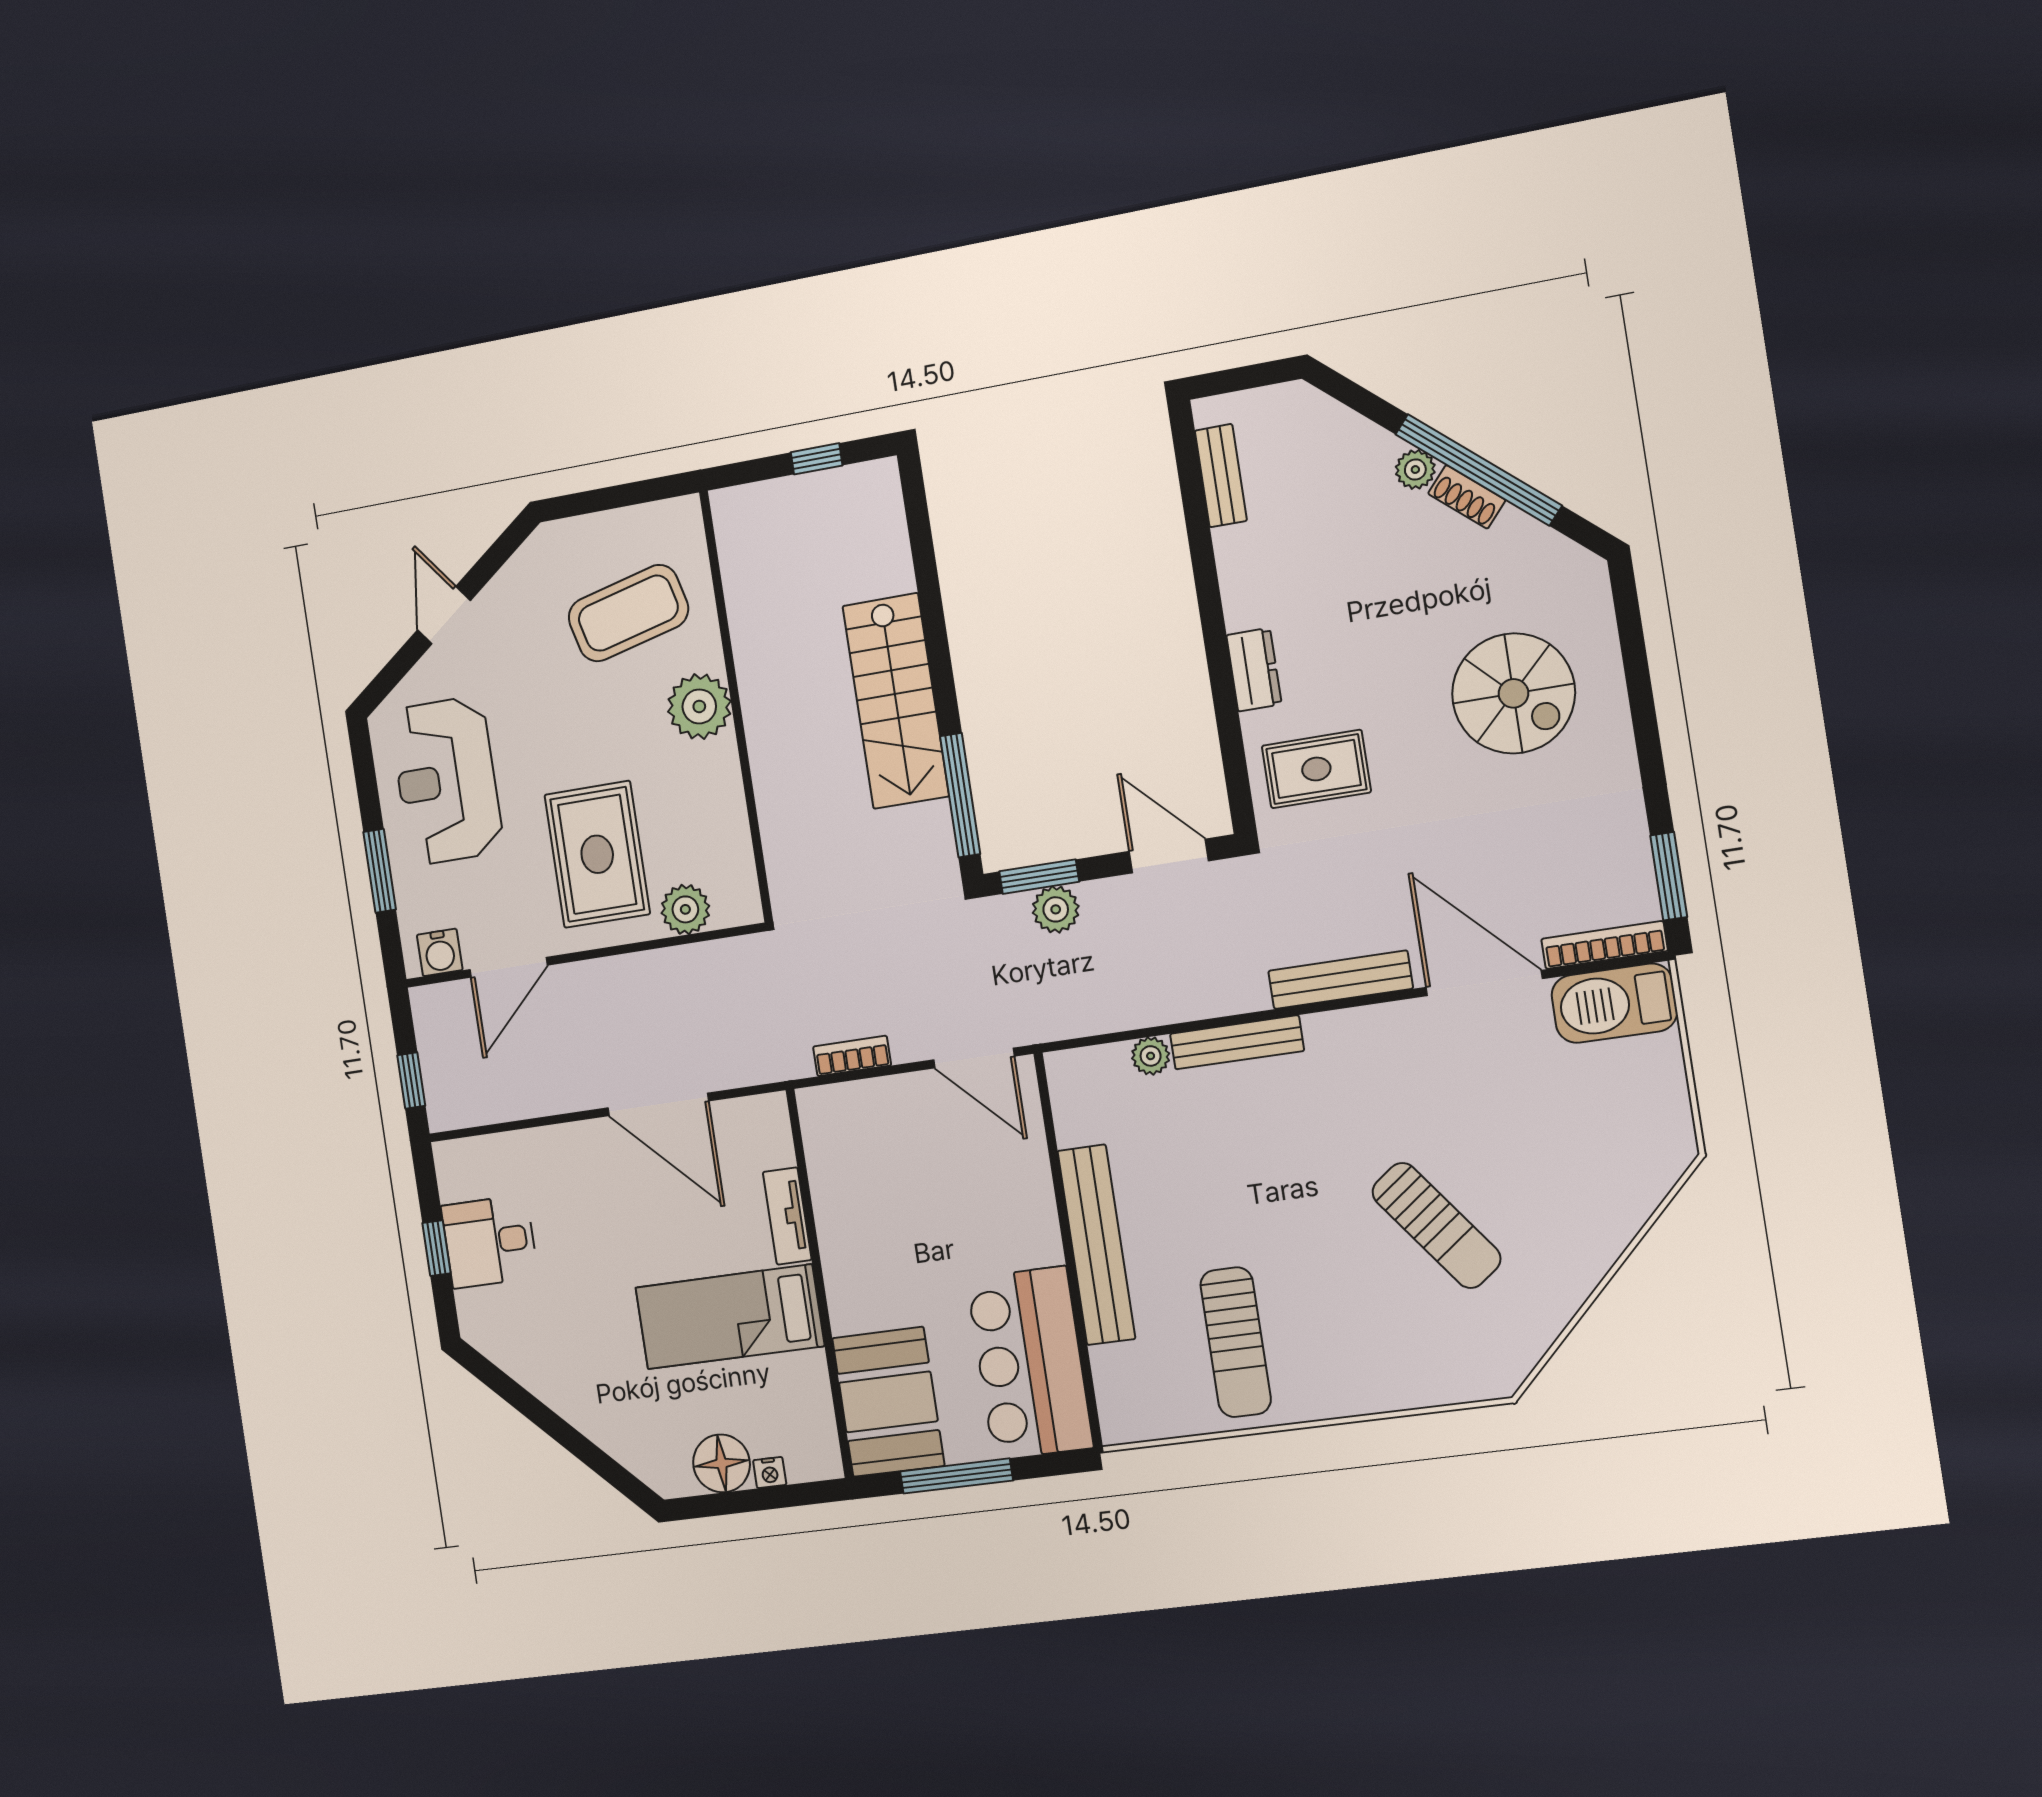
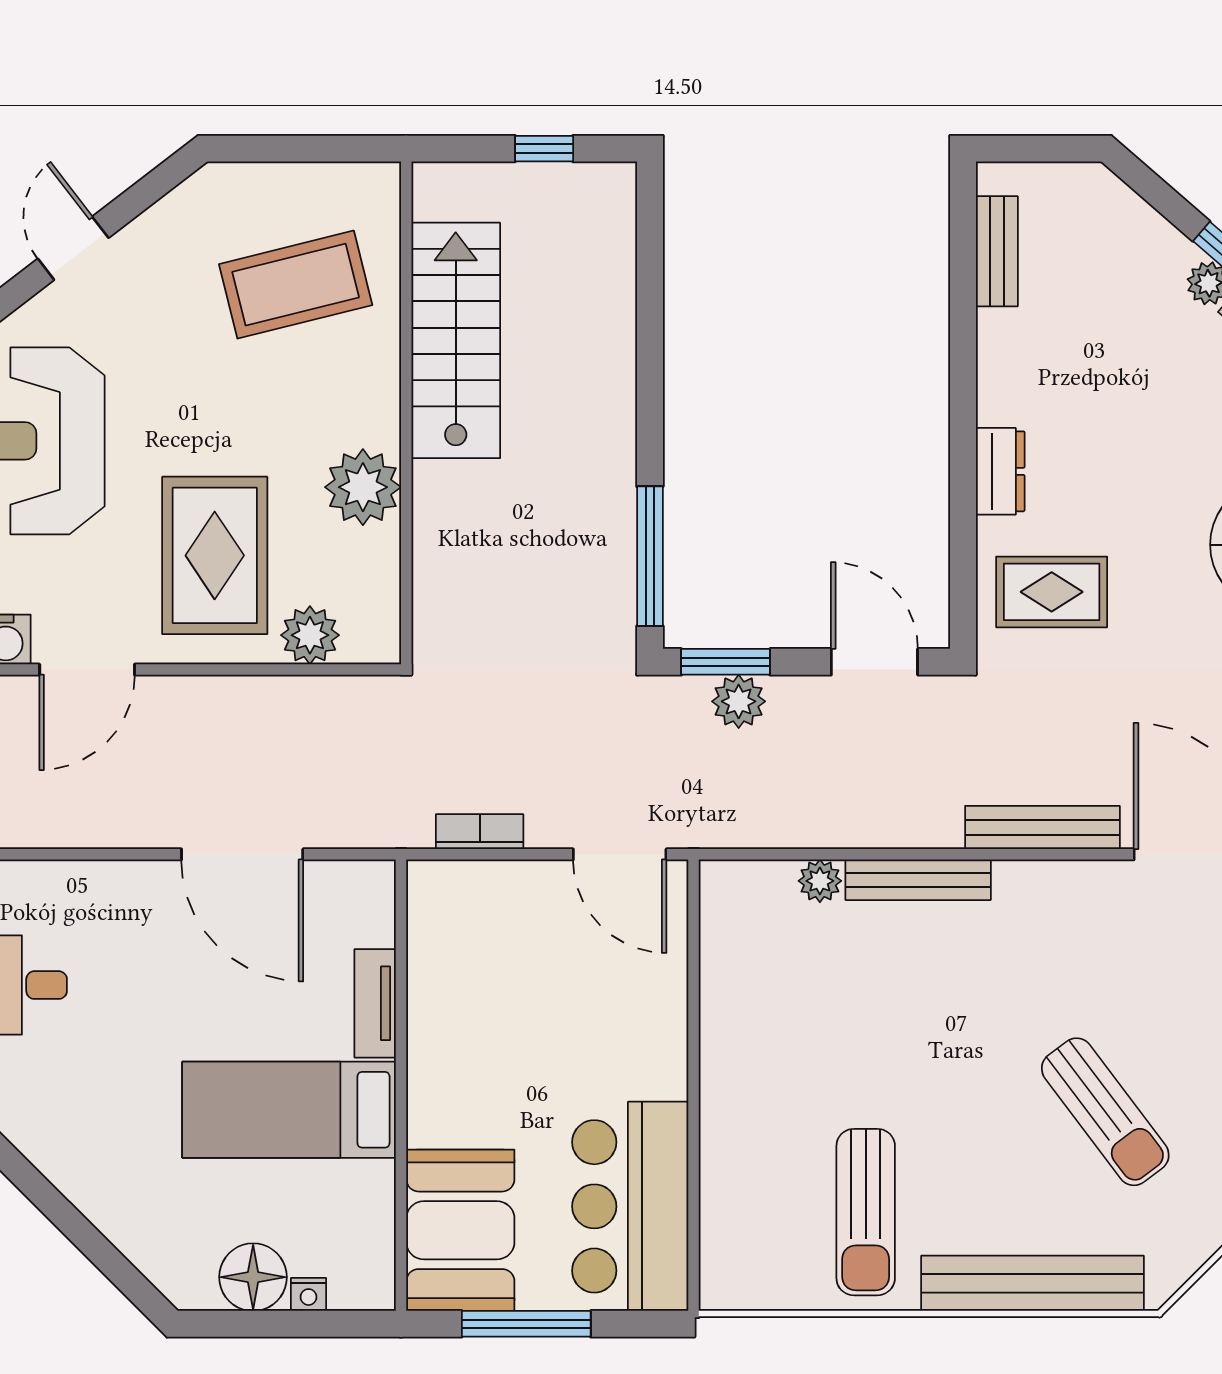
stairs: (896, 701) -> (456, 340), moved, turned 180
plant: (699, 706) -> (363, 487), moved
bench: (1096, 1245) -> (1033, 1283), moved, turned 90

